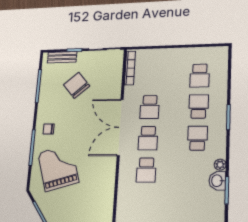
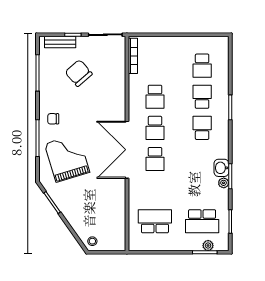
double door: (120, 127) -> (127, 150), moved
plant: (220, 165) -> (224, 183), moved

